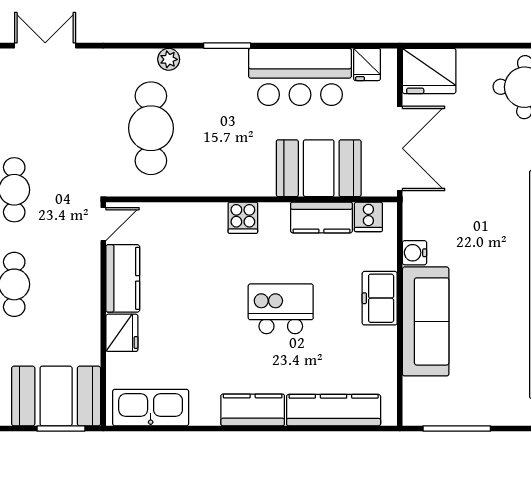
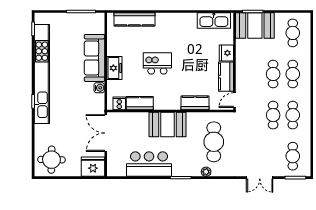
fridge: (367, 64) -> (120, 170), removed
booth: (319, 168) -> (167, 124), moved
cooker: (243, 218) -> (174, 103), removed
kitchen island: (281, 309) -> (157, 63), turned 180
kitchen counter: (253, 410) -> (195, 103), moved, turned 180

